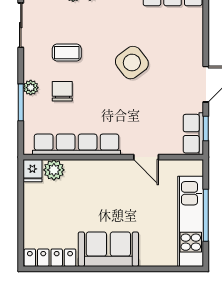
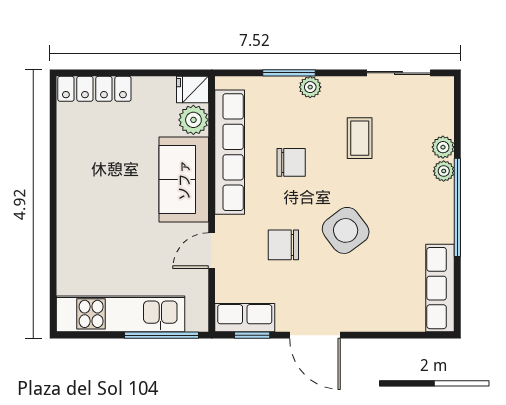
chair: (62, 91) -> (291, 162), moved
chair: (142, 106) -> (283, 245), added
window: (206, 215) -> (161, 335), moved
sofa: (108, 249) -> (184, 180), moved, turned 180
locker: (50, 258) -> (94, 89), moved, turned 90

